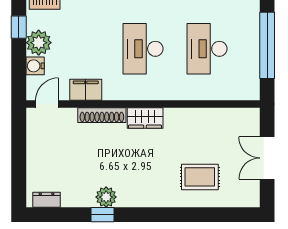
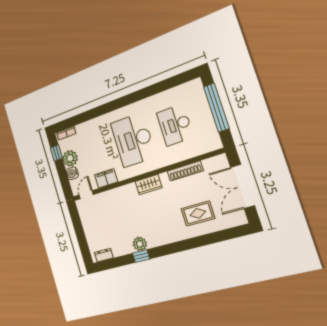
desk: (143, 49) -> (133, 140), width x1.36, depth x1.30
shoe rack: (102, 115) -> (185, 171), moved
double door: (267, 158) -> (242, 186), width x1.37

